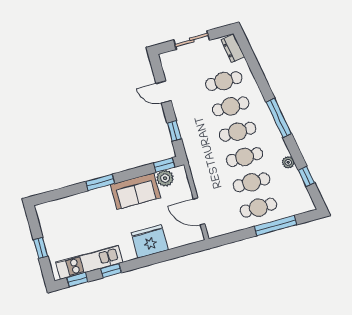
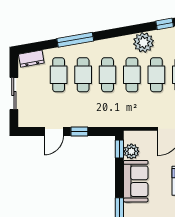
window: (279, 118) -> (75, 40), moved
window: (174, 131) -> (79, 132), moved
plant: (288, 162) -> (144, 42), width x1.88, depth x1.88

